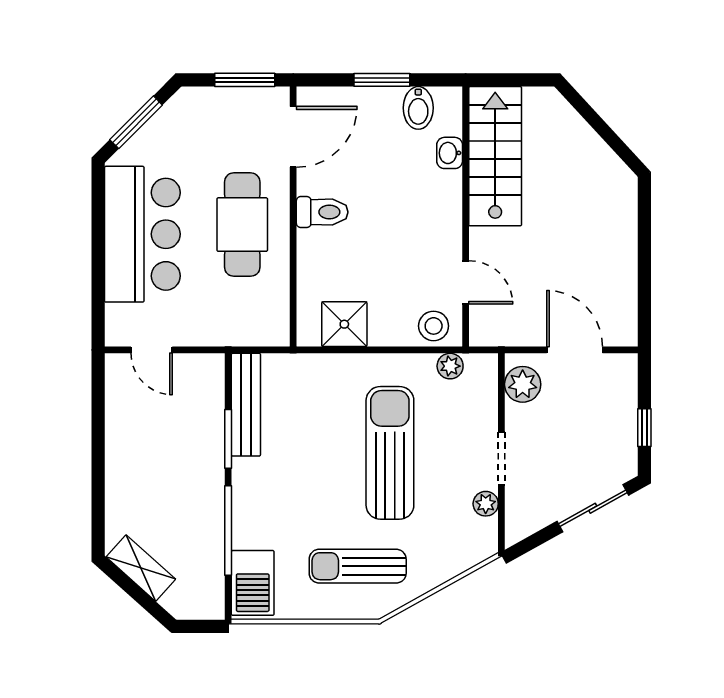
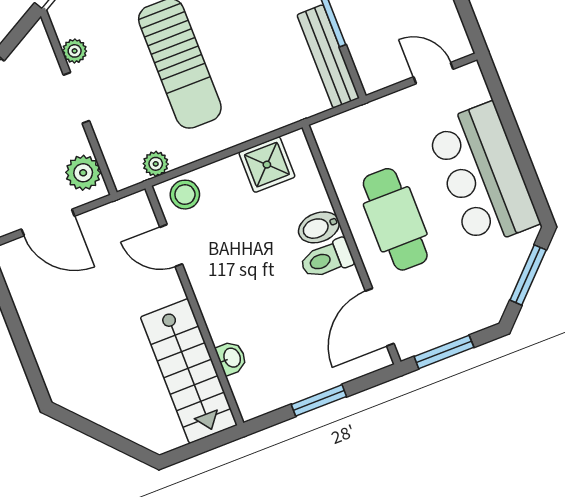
bidet: (418, 108) -> (319, 227), moved, turned -90

